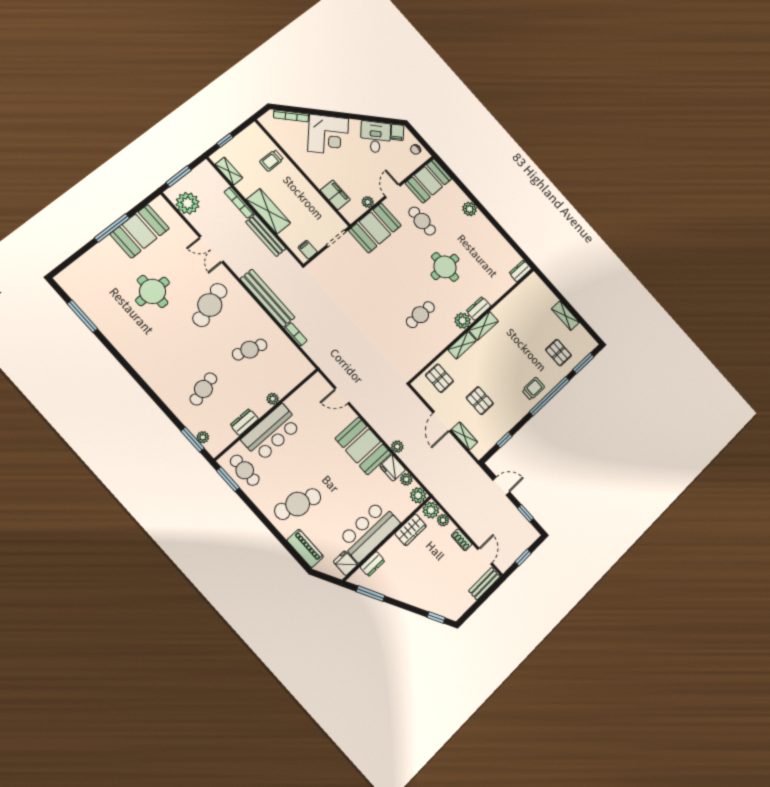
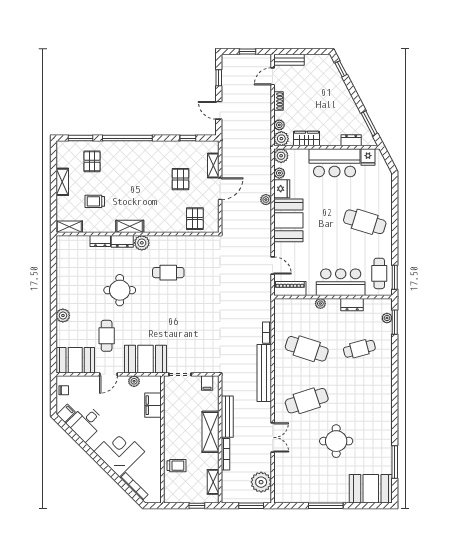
booth: (140, 231) -> (371, 489), moved
dresser: (520, 271) -> (100, 241), moved
shelving: (462, 345) -> (69, 227), moved
cafe table: (250, 350) -> (307, 349), width x1.37, depth x1.35
trolley: (533, 389) -> (95, 201), moved
piano: (305, 548) -> (290, 289), moved, turned 90

